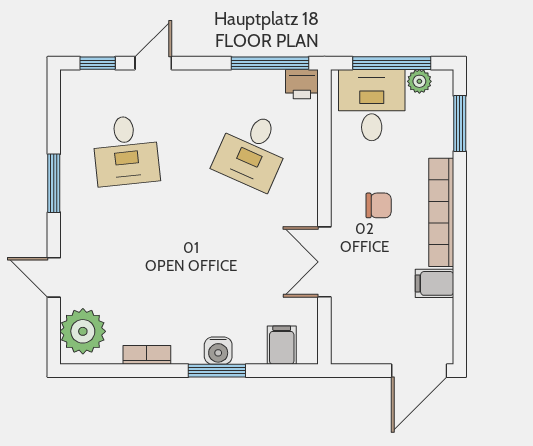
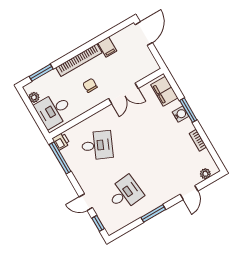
window: (392, 63) -> (33, 112), removed
plant: (83, 331) -> (205, 174), width x0.53, depth x0.53
filing cabinet: (282, 345) -> (164, 91), width x2.00
door: (419, 371) -> (144, 34), hinge flipped

